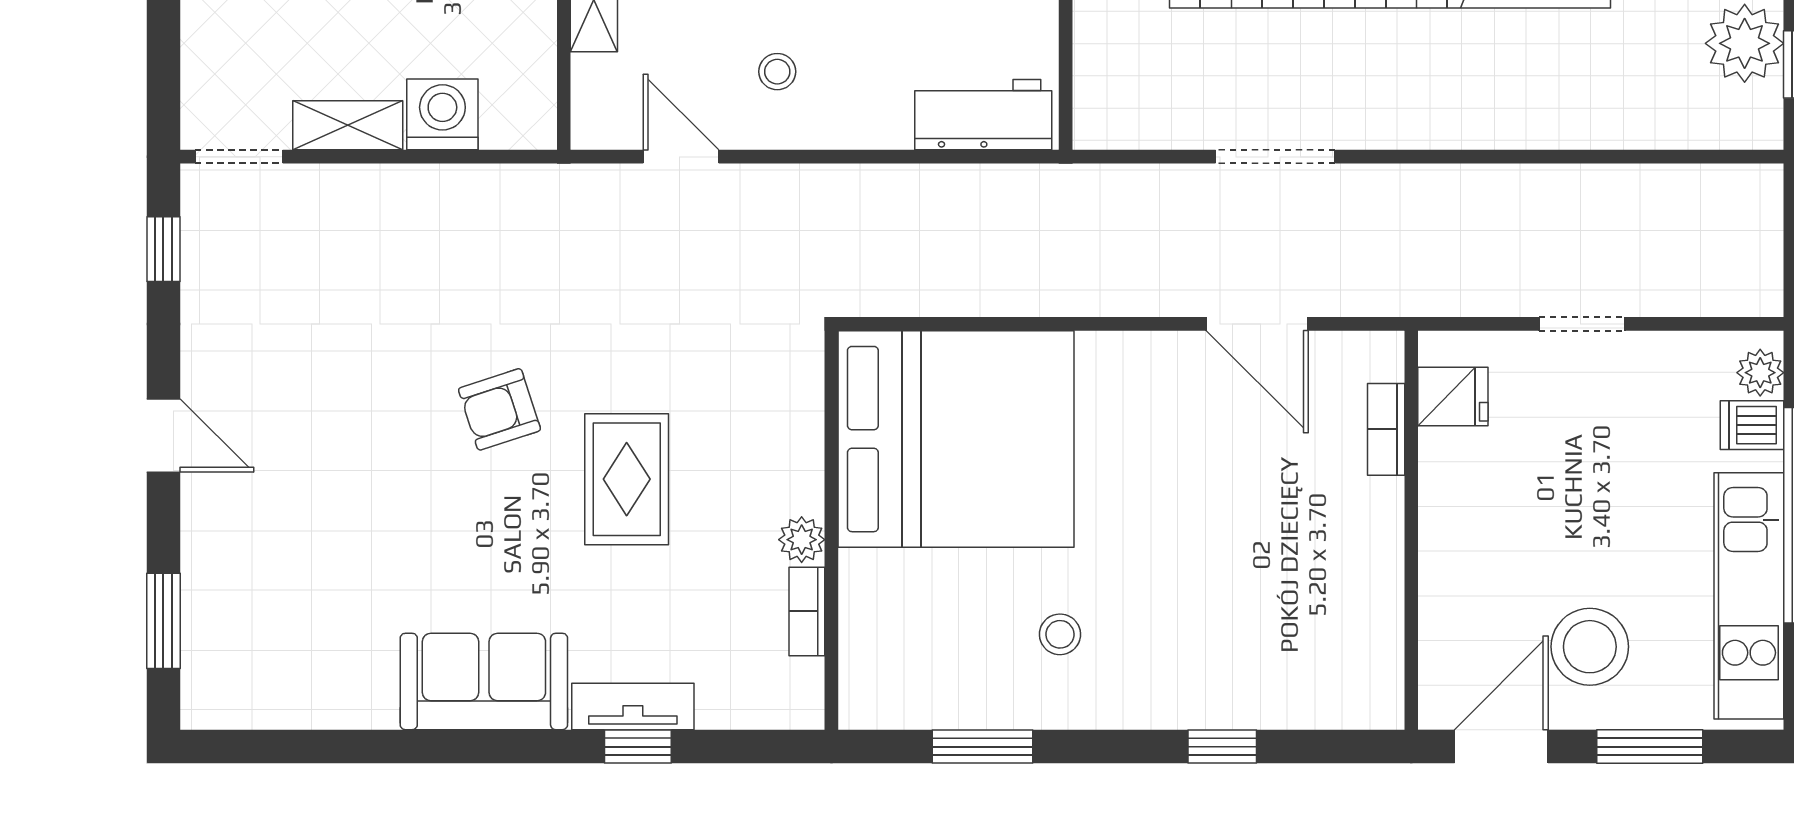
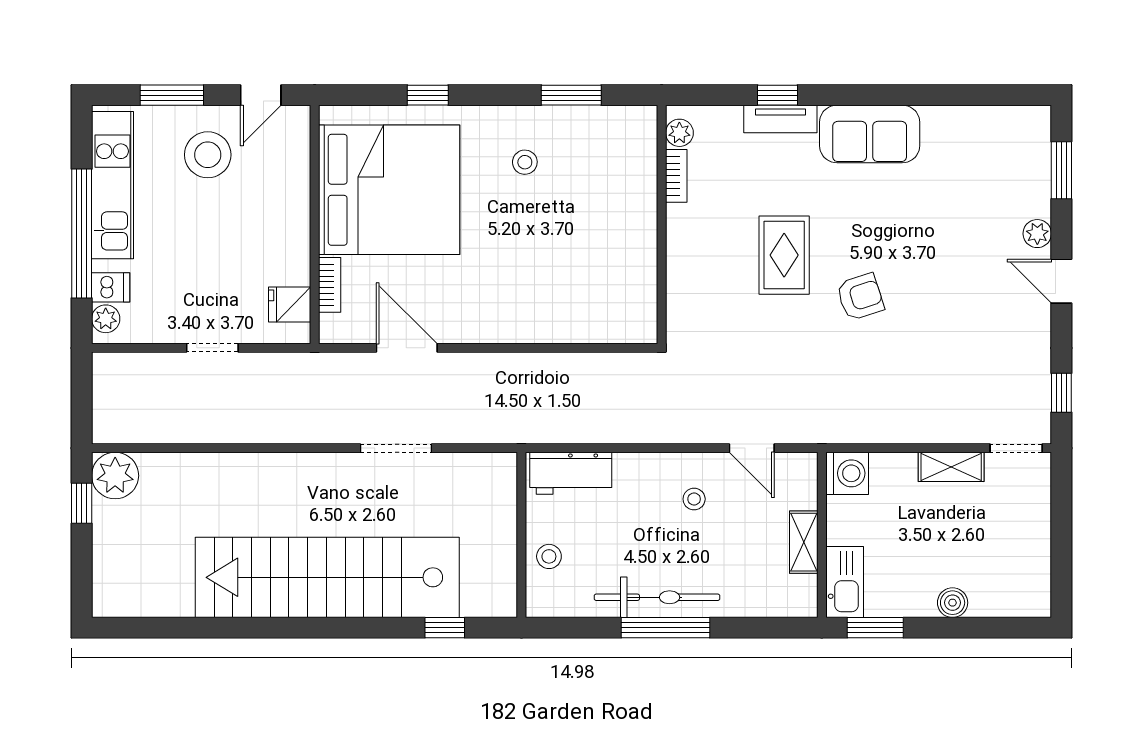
plant: (1745, 43) -> (115, 476), moved
washing machine: (442, 114) -> (847, 473), moved, turned -90
bed: (956, 439) -> (389, 190), moved, turned 180
plant: (204, 515) -> (1037, 234), added
plant: (802, 540) -> (679, 133), moved
door: (1501, 747) -> (261, 95), width x0.73

